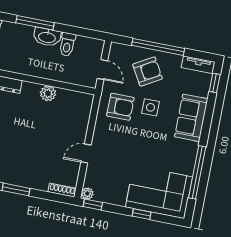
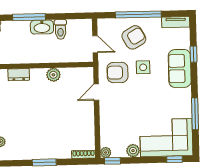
window: (215, 83) -> (194, 54), moved
armchair: (120, 107) -> (117, 72), turned 180
door: (86, 154) -> (96, 92), moved
window: (197, 172) -> (195, 114), width x0.68
plant: (118, 198) -> (133, 151), added
window: (142, 214) -> (174, 159), moved

